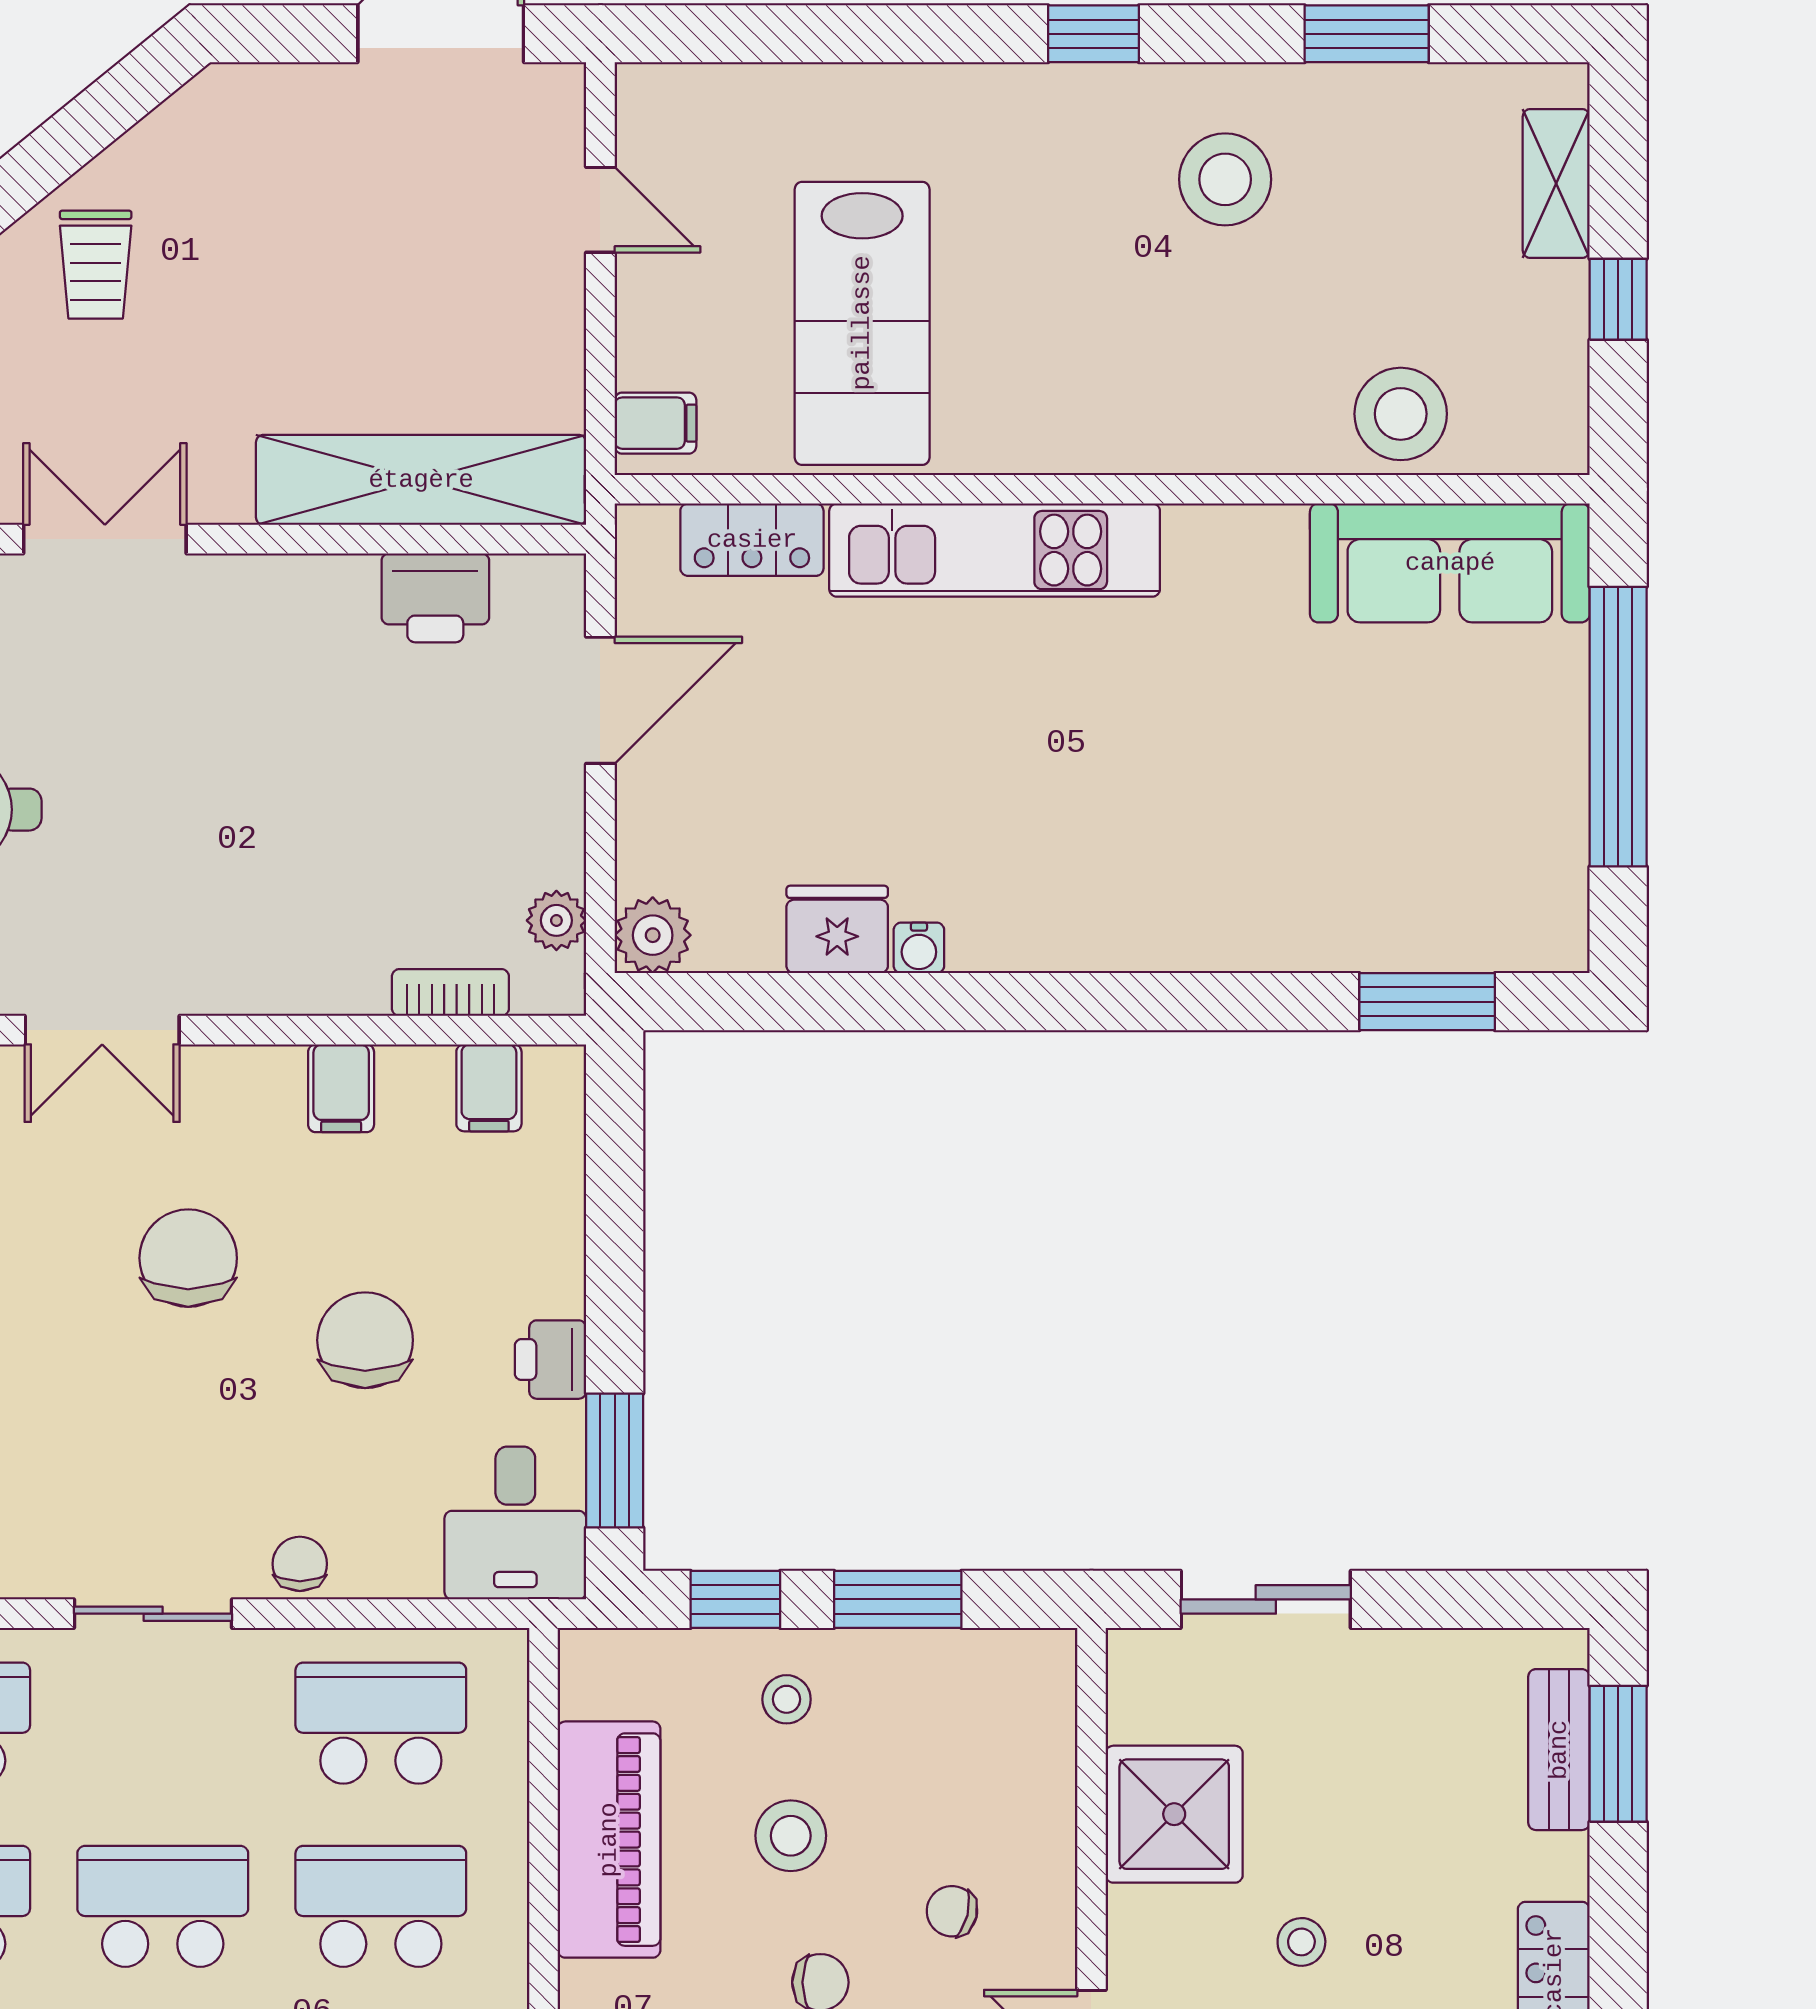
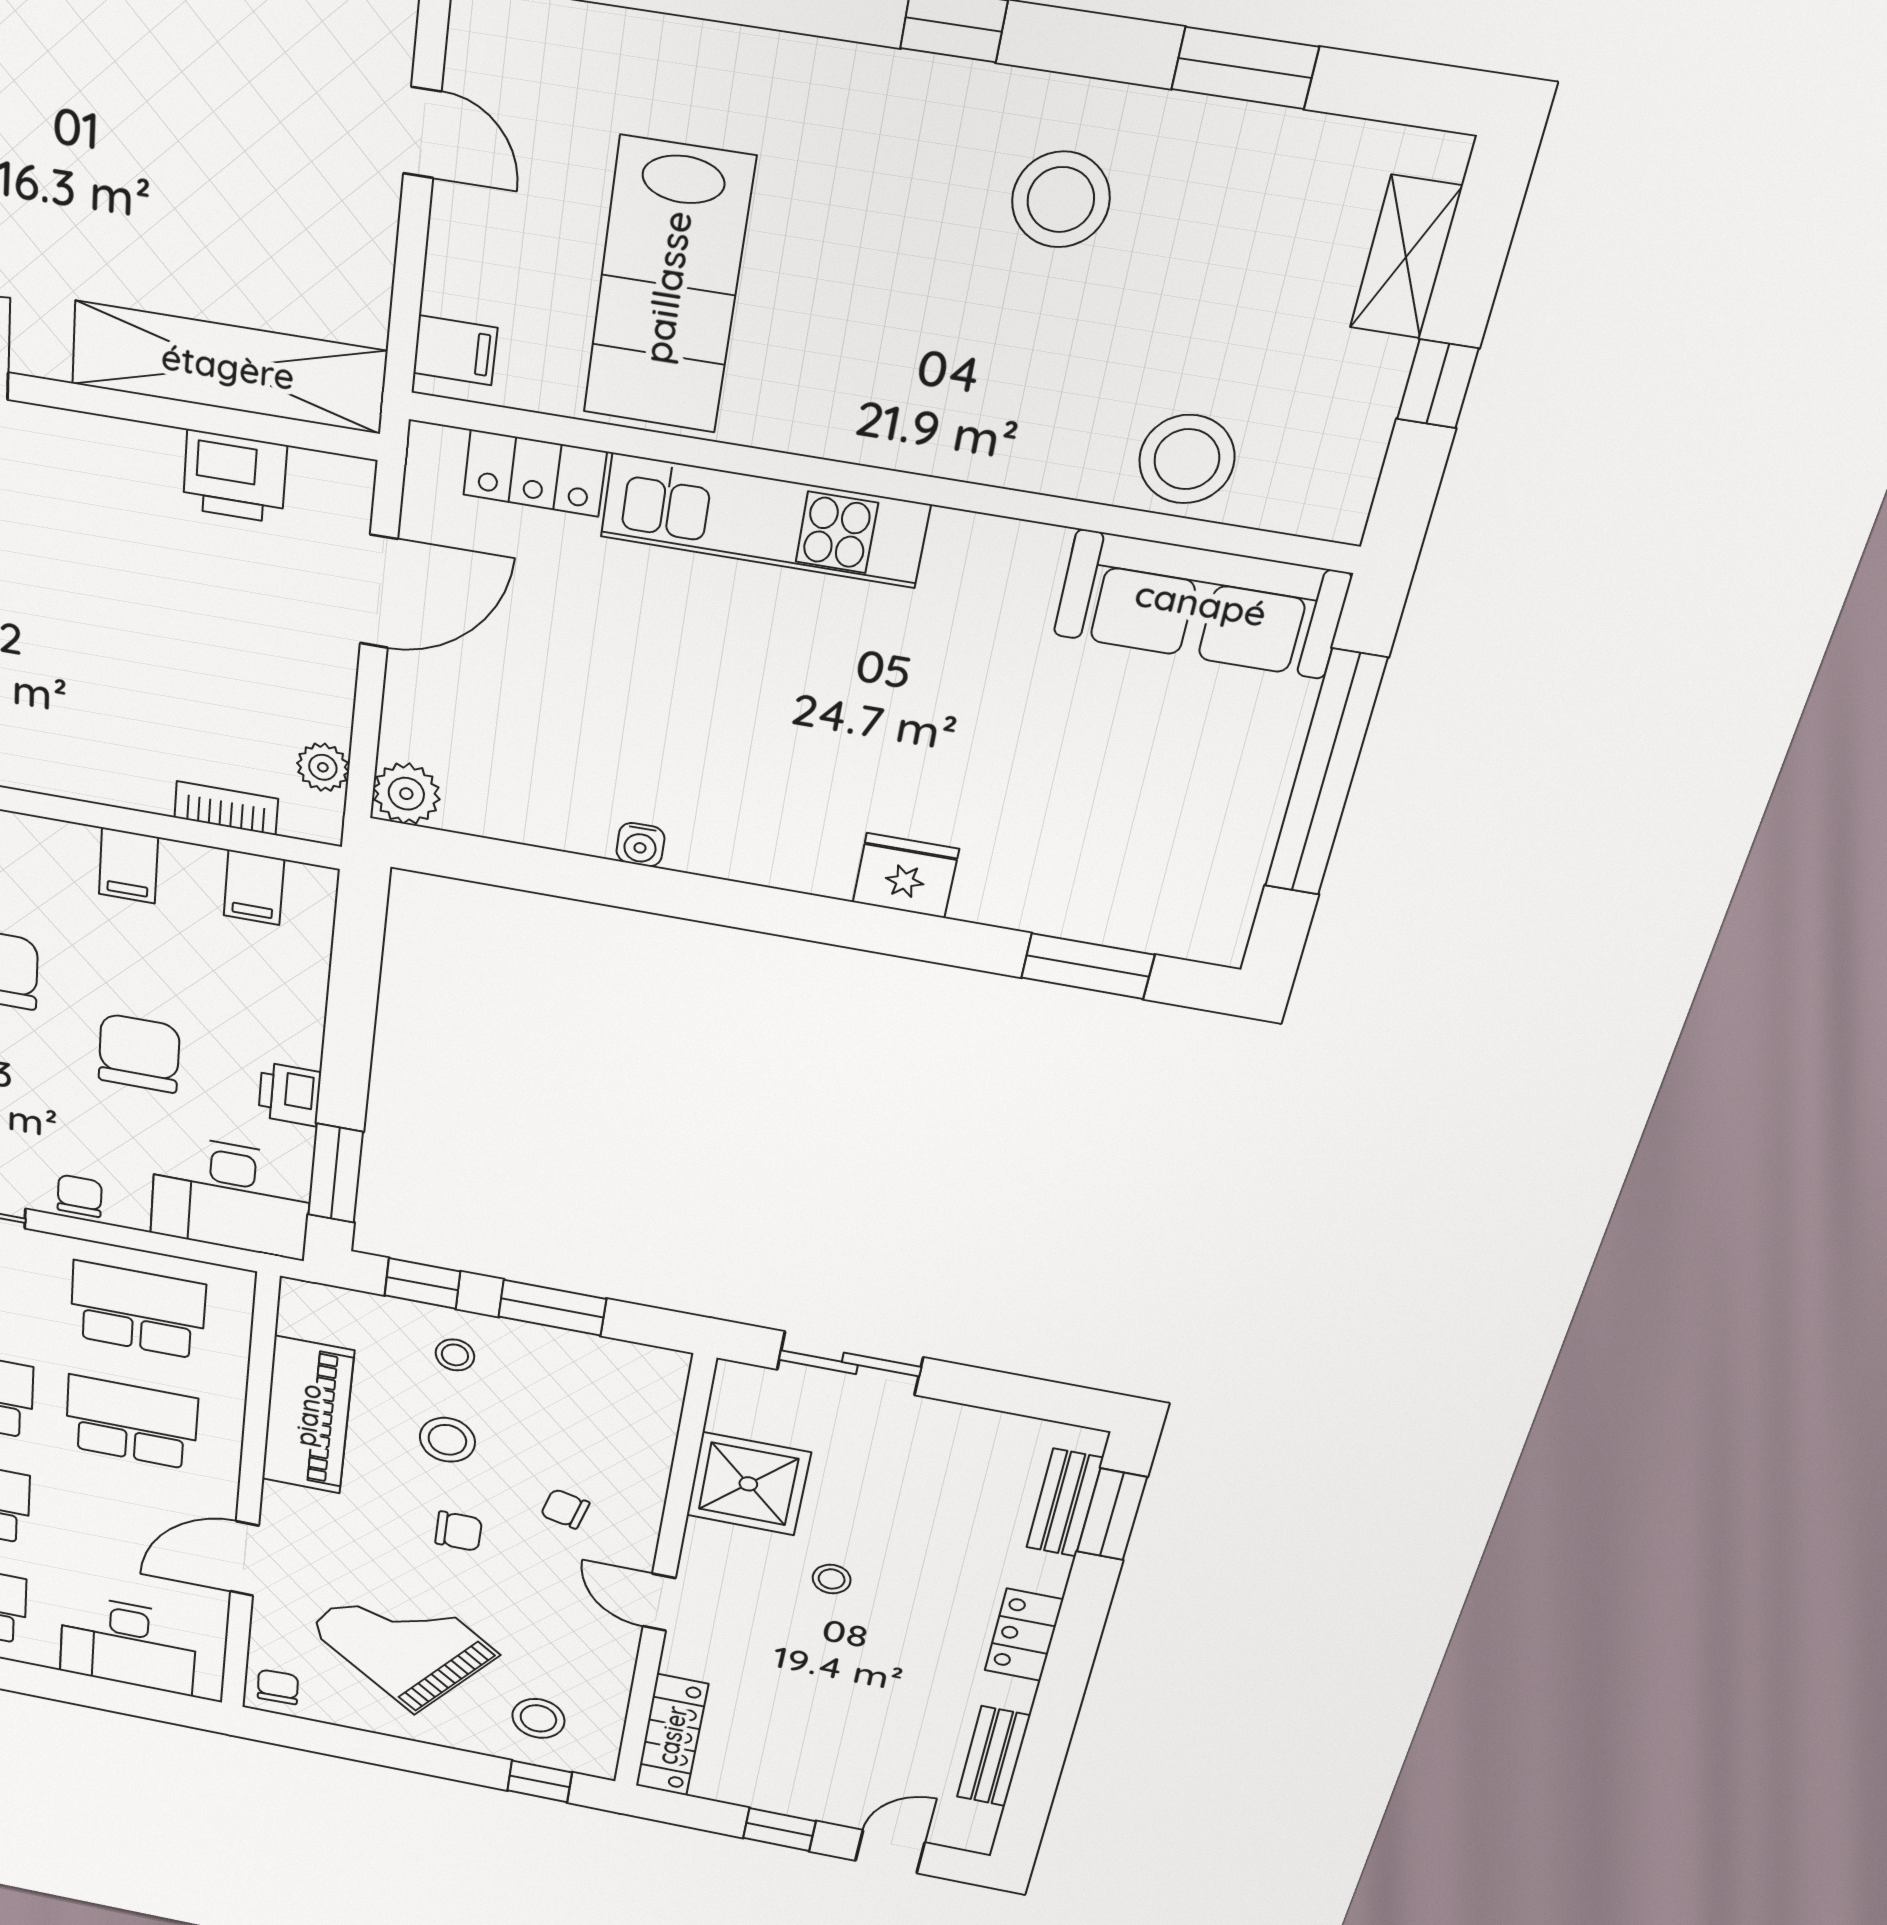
fridge: (837, 929) -> (906, 876), moved
desk: (515, 1523) -> (231, 1197), width x1.37

